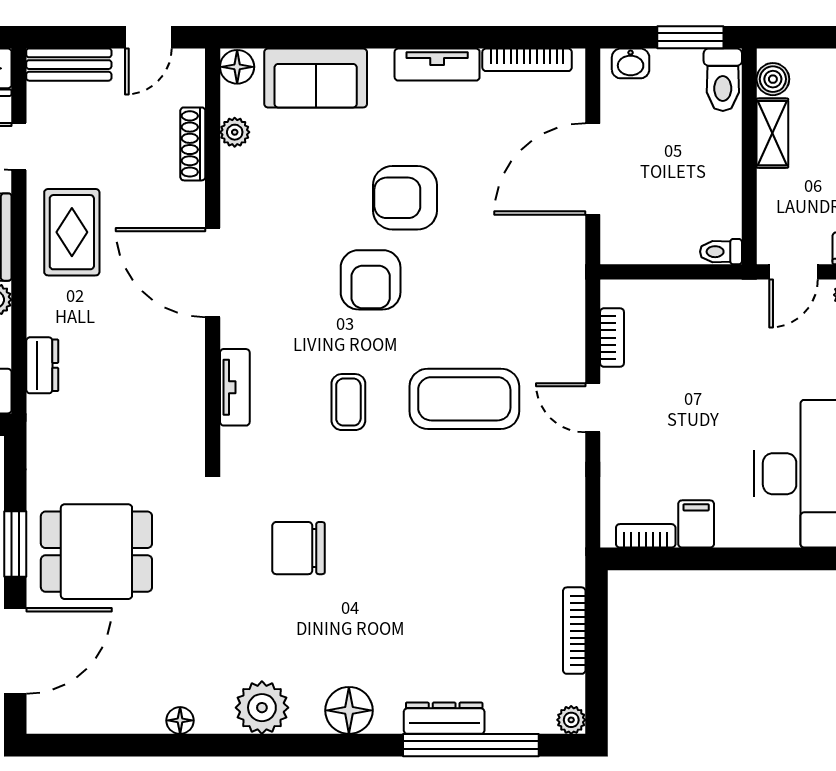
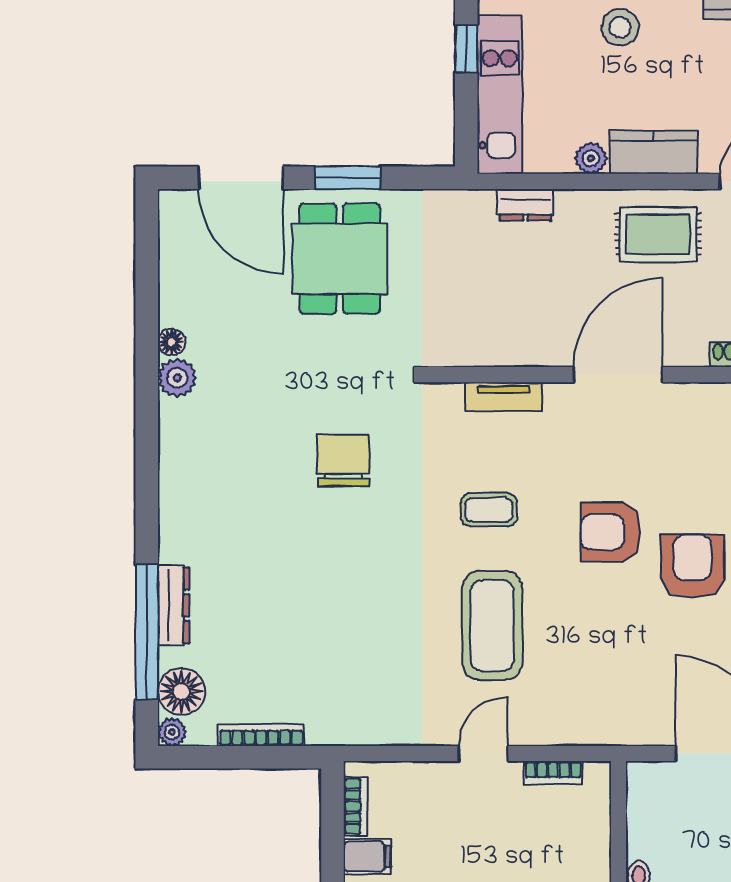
plant: (262, 708) -> (177, 378), moved, width x0.73, depth x0.73
floor lamp: (349, 710) -> (181, 691), moved

